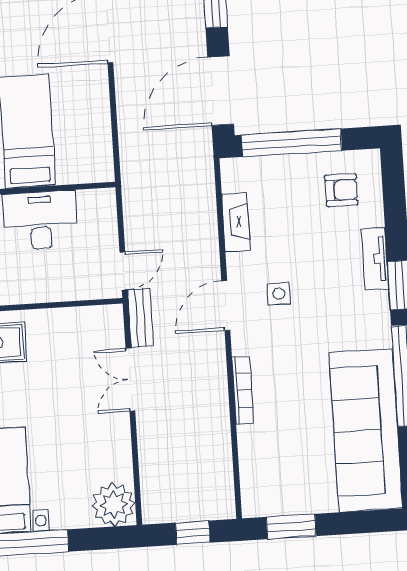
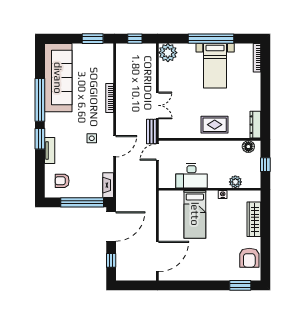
fireplace: (236, 222) -> (108, 185), moved
door: (226, 306) -> (115, 146), moved

